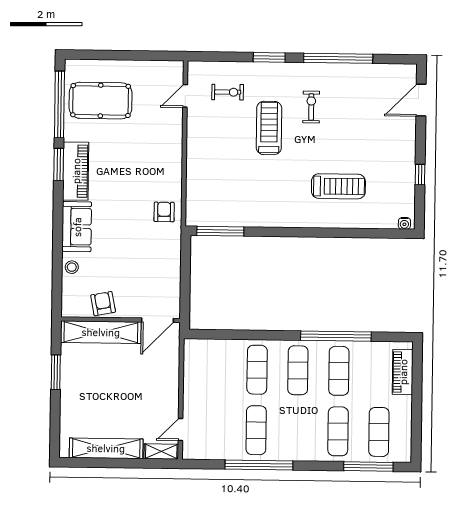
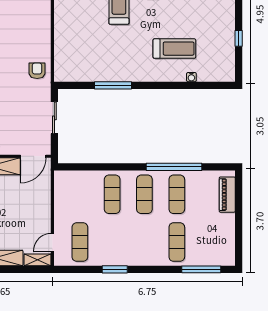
water cooler: (404, 223) -> (191, 77), moved
window: (220, 231) -> (113, 85), moved
sliding door: (185, 272) -> (54, 118), added
exercise mat: (256, 430) -> (80, 242), moved
exercise mat: (379, 432) -> (209, 242), removed
window: (259, 465) -> (115, 269), width x0.47

